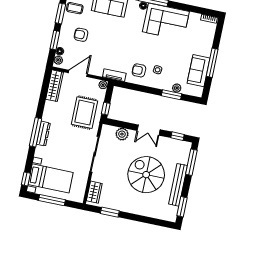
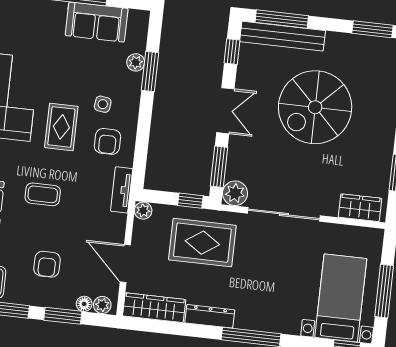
coffee table: (116, 36) -> (43, 194), added
rug: (148, 48) -> (61, 127), added
window: (121, 124) -> (219, 167), added
dresser: (43, 134) -> (210, 316), moved
plant: (122, 134) -> (235, 193), moved
bench: (178, 185) -> (283, 36), moved

